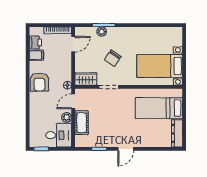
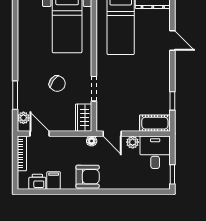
plant: (102, 32) -> (23, 118), moved
cot: (82, 123) -> (155, 123), moved
door: (126, 149) -> (172, 40), moved

